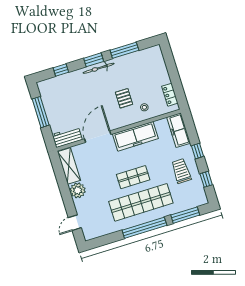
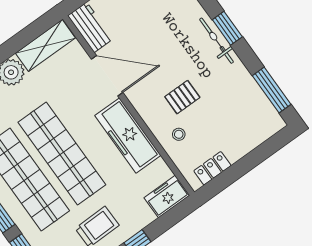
window: (124, 50) -> (272, 90), moved
freezer: (179, 130) -> (167, 197), width x0.71
shop shelf: (133, 177) -> (62, 154), width x2.00, depth x1.36

